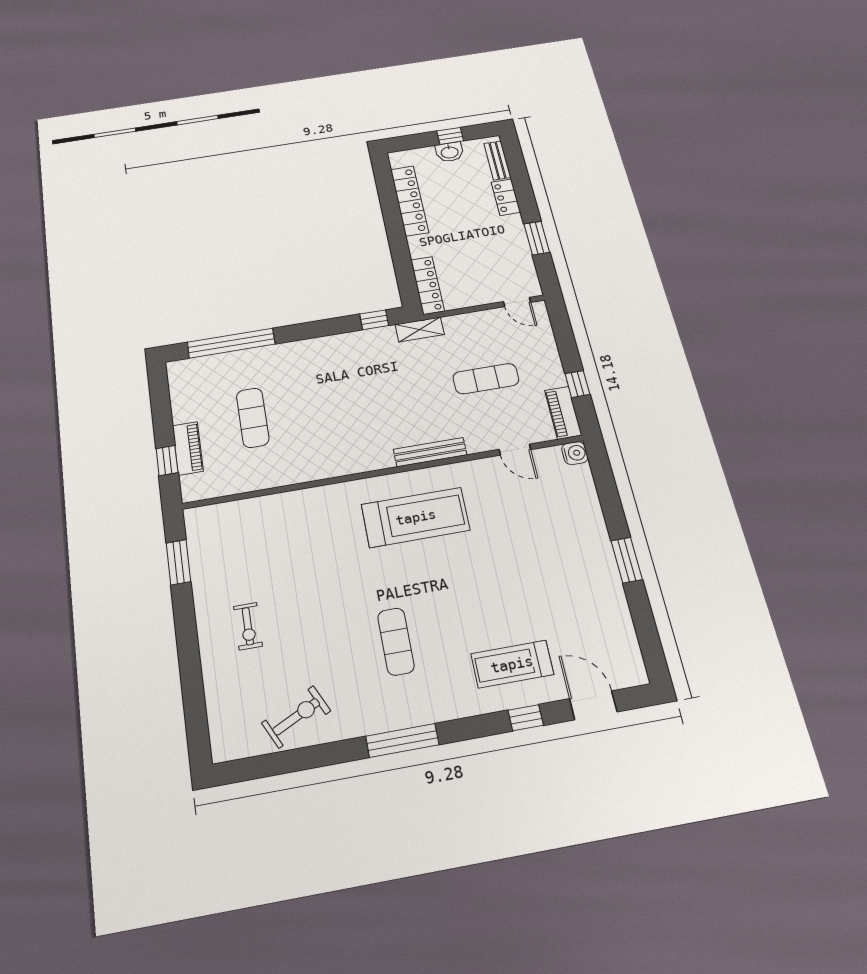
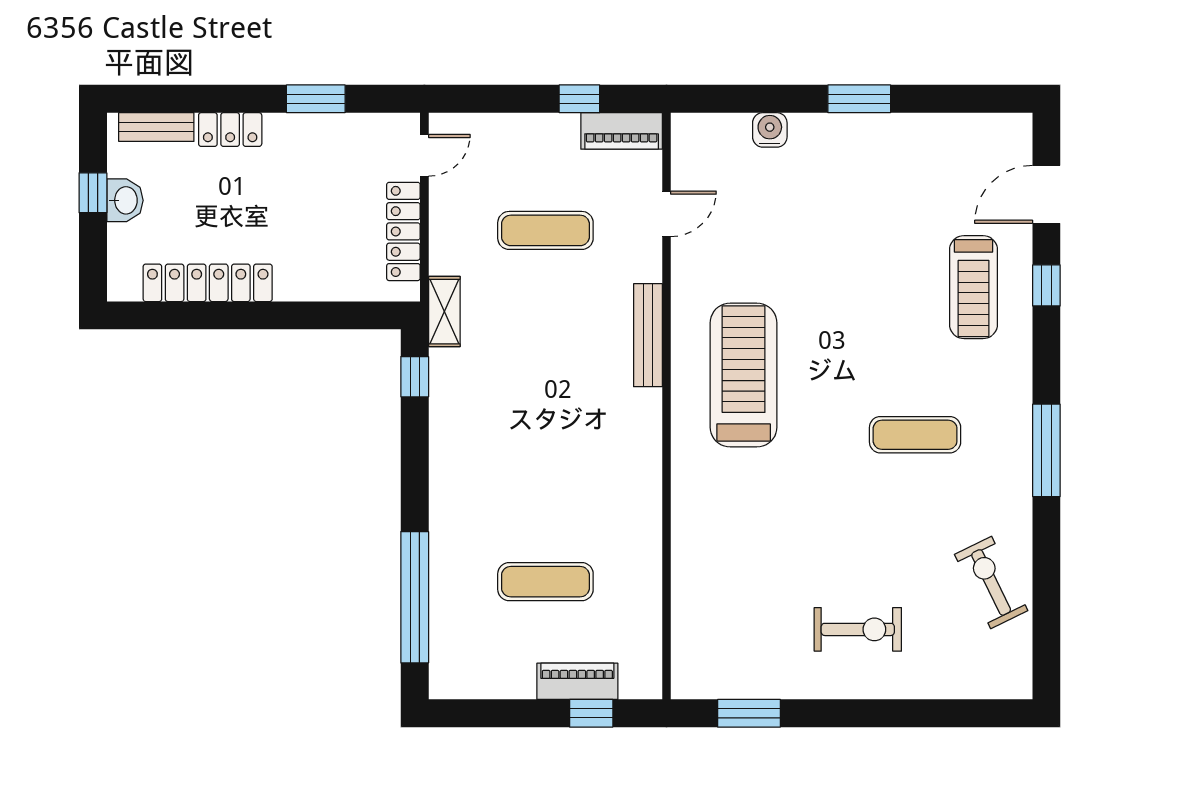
locker: (428, 285) -> (403, 231), moved, turned -90
exercise mat: (486, 379) -> (545, 230), turned 90
water cooler: (575, 453) -> (770, 130), moved
exercise bike: (248, 626) -> (858, 629), width x1.38, depth x1.39

